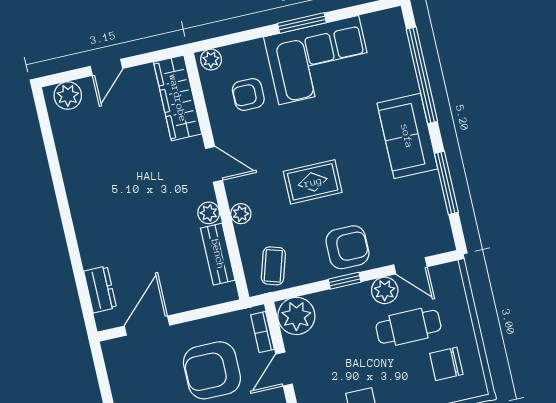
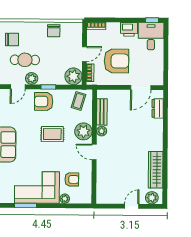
window: (302, 23) -> (26, 205), moved
plant: (211, 60) -> (65, 199), moved
wardrobe: (178, 98) -> (156, 170), moved, turned 180
plant: (241, 214) -> (83, 131), width x1.88, depth x1.88
door: (411, 266) -> (18, 87), swing flipped

